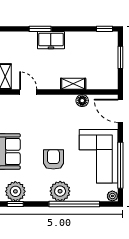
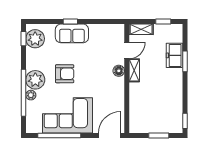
freezer: (51, 40) -> (174, 55), moved
shelving: (73, 84) -> (134, 70), moved
floor lamp: (82, 101) -> (119, 71), moved
plant: (112, 196) -> (31, 95), moved

